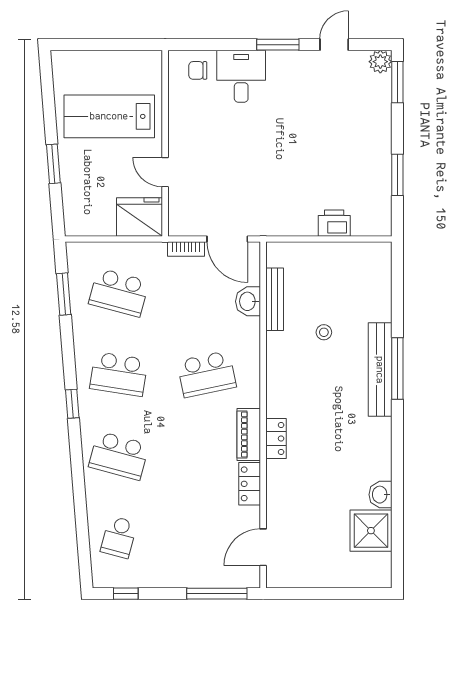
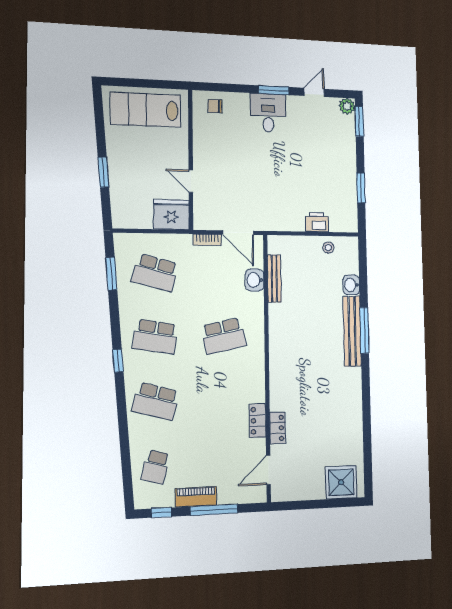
desk: (241, 76) -> (268, 113), moved
lab bench: (109, 116) -> (146, 110), moved
stool: (324, 332) -> (328, 248), moved
piano: (249, 434) -> (196, 497), moved, turned 90
locker: (276, 438) -> (278, 428), moved
washbasin: (380, 495) -> (351, 285), moved
shower: (371, 531) -> (341, 482), moved
window: (217, 594) -> (214, 510), moved

